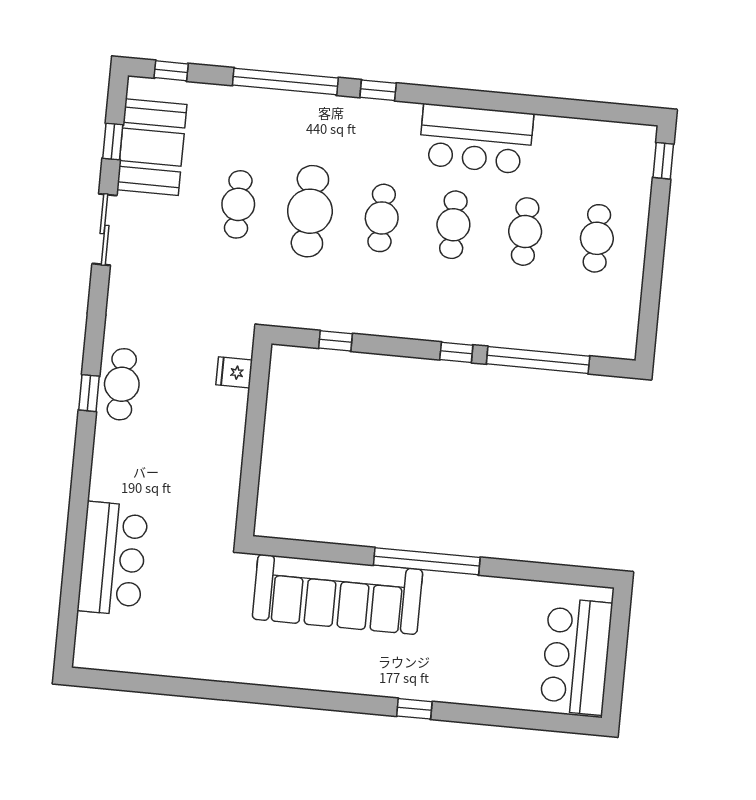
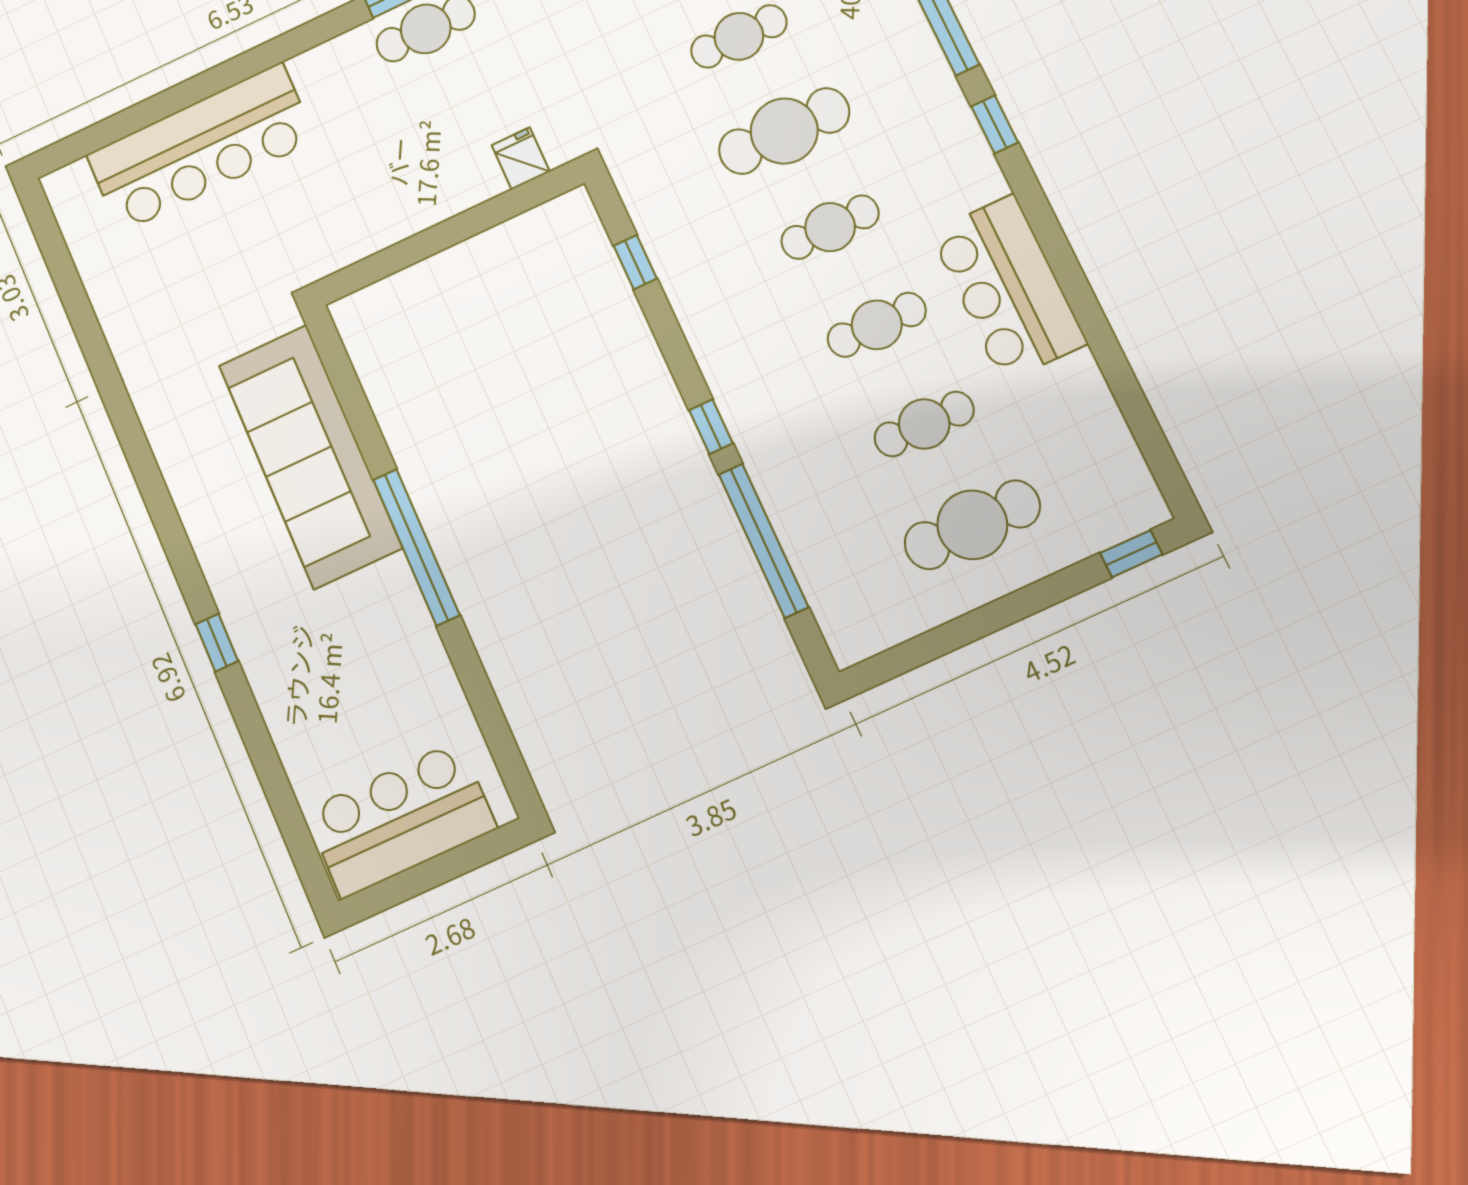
cafe table: (597, 238) -> (972, 525), width x1.37, depth x1.35
bar counter: (113, 559) -> (201, 148), width x1.36

